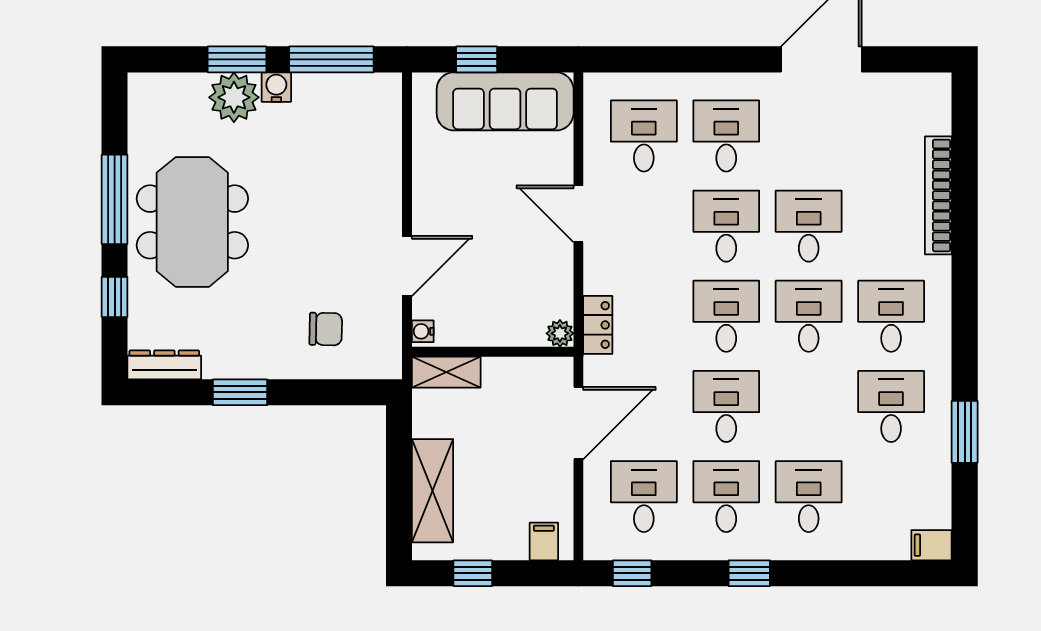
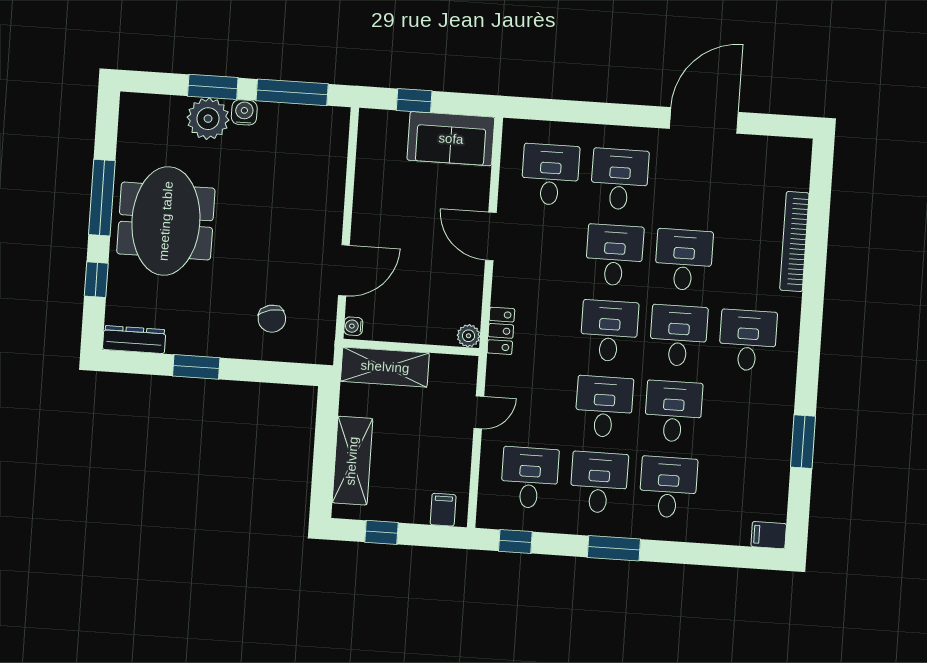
sofa: (505, 101) -> (451, 139), width x0.73
chair: (326, 329) -> (272, 319), turned 76
shelving: (446, 372) -> (385, 367), width x1.50, depth x1.33
desk: (891, 406) -> (673, 411), moved
door: (578, 423) -> (479, 412), width x0.53
window: (749, 573) -> (614, 548), width x1.50

